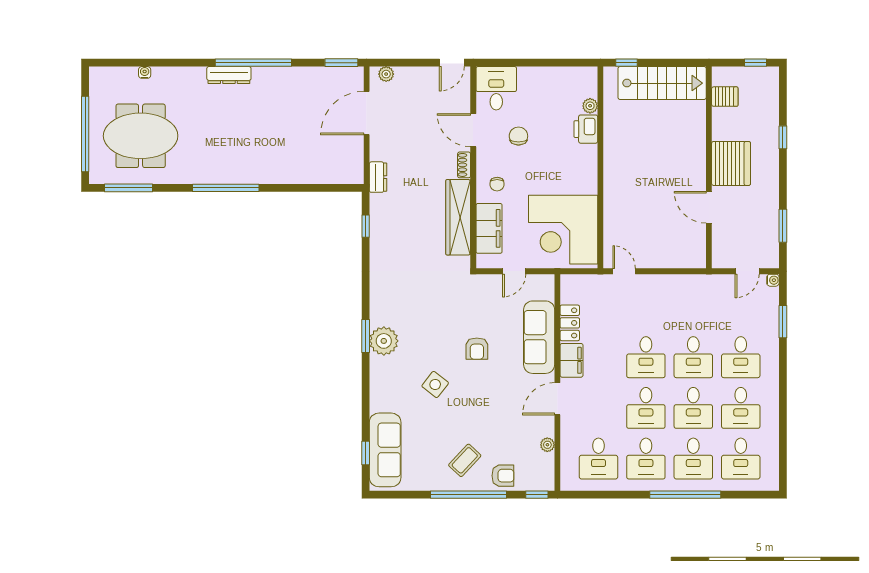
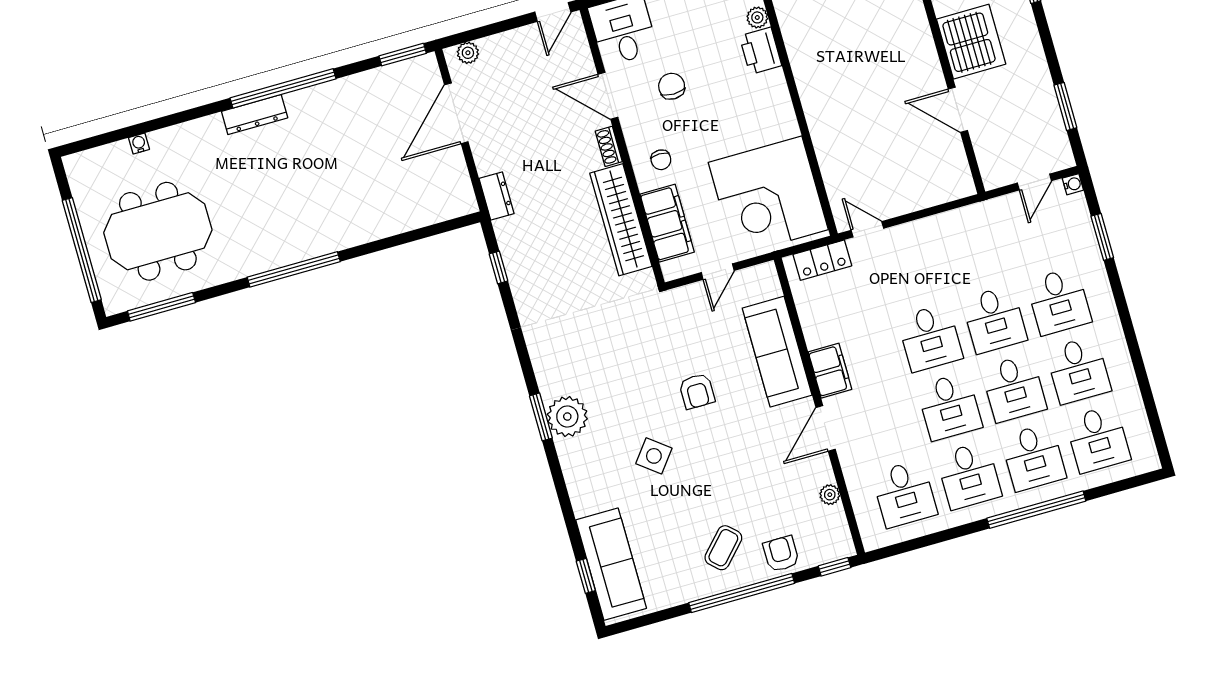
locker: (570, 323) -> (822, 260), moved, turned 90
armchair: (503, 476) -> (781, 554), turned -90

